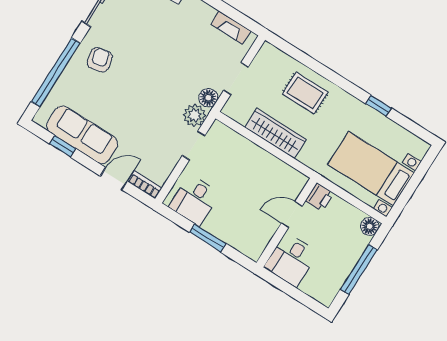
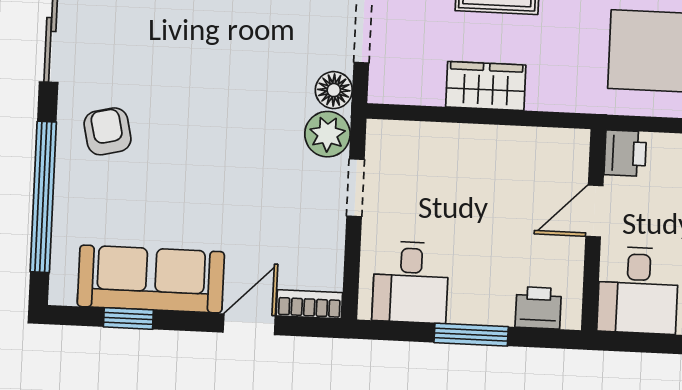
wardrobe: (275, 133) -> (486, 86), width x0.67
printer: (243, 243) -> (538, 308), added

